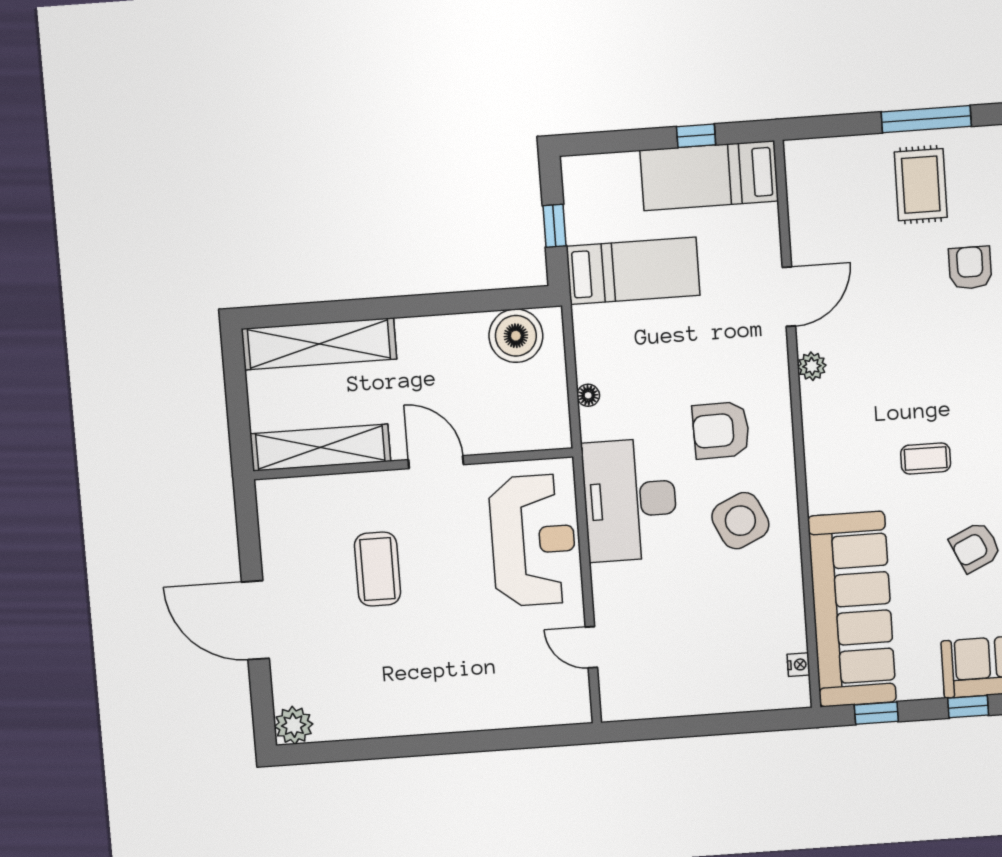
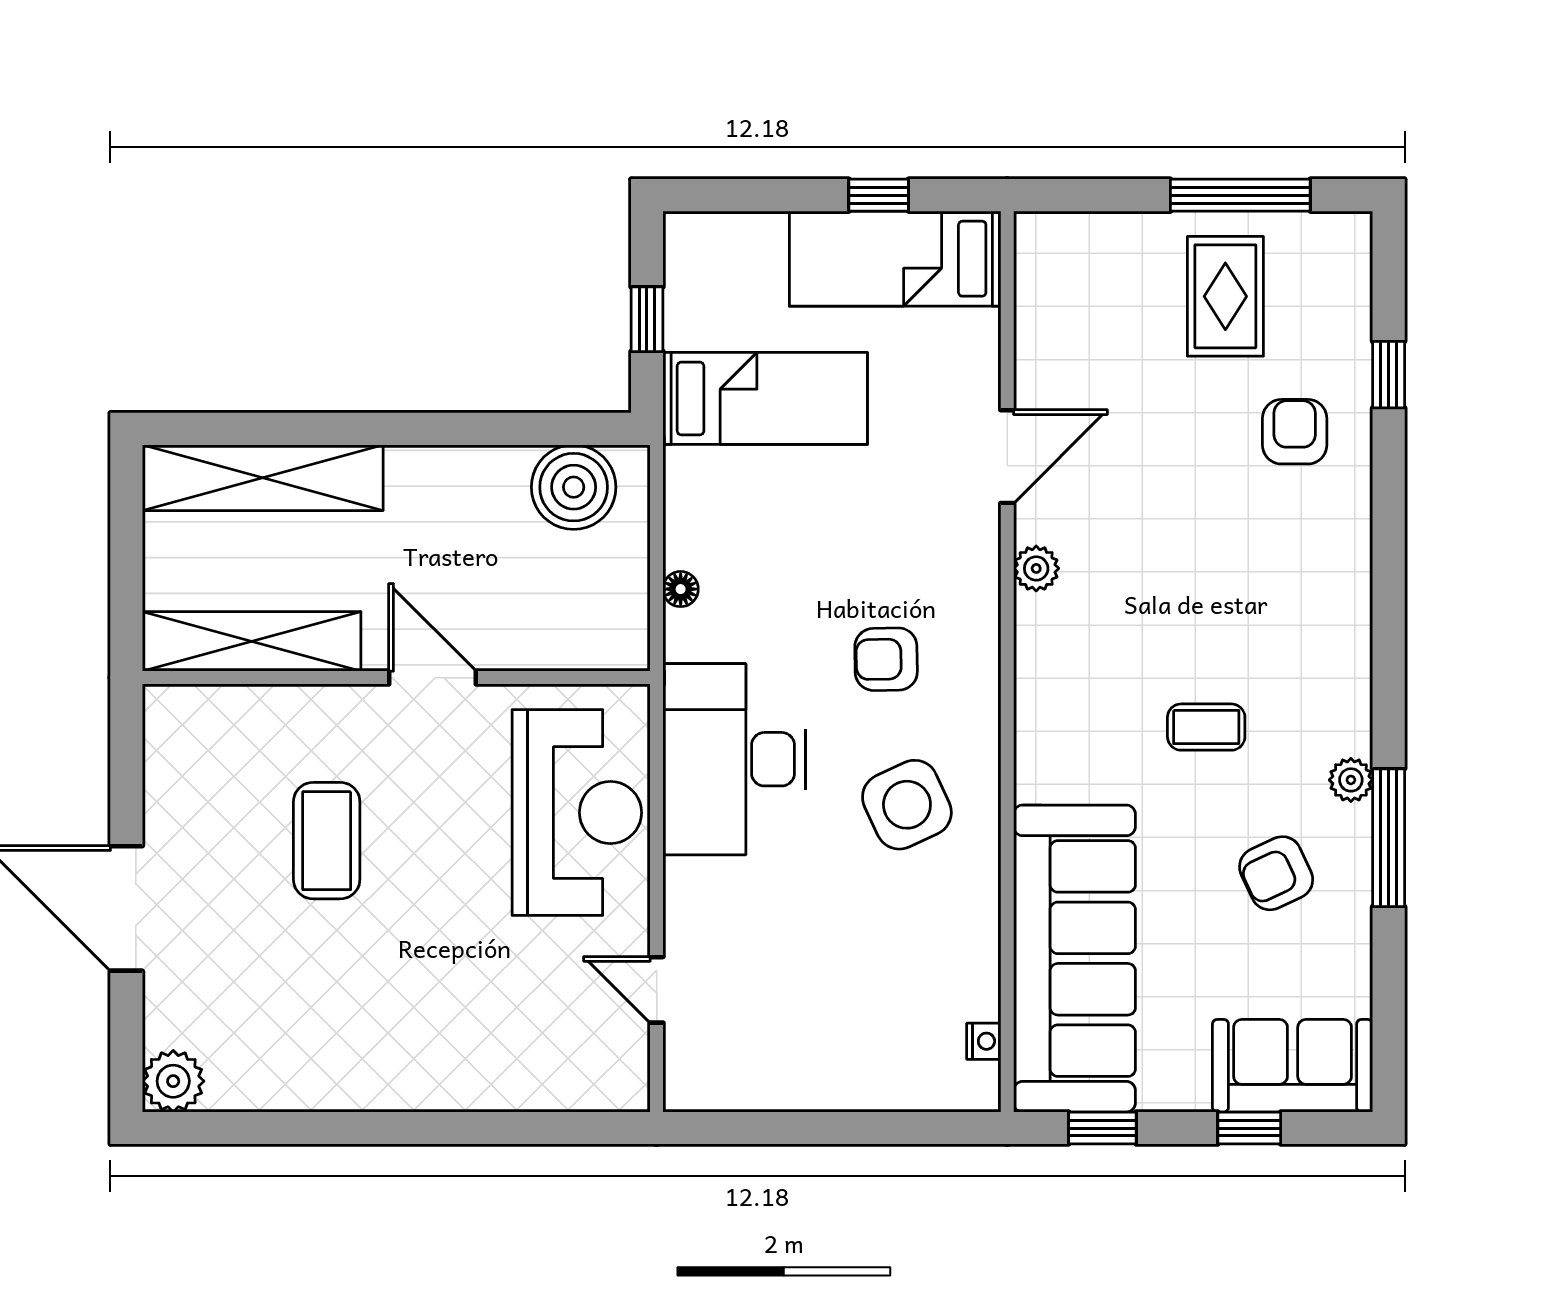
armchair: (721, 430) -> (886, 659), width x0.72, depth x0.72

